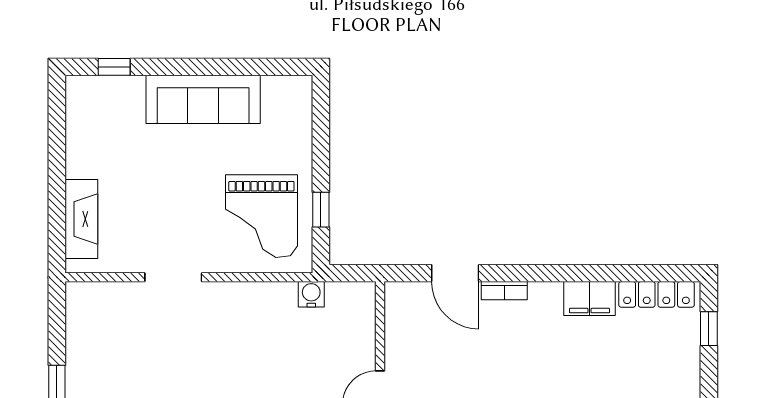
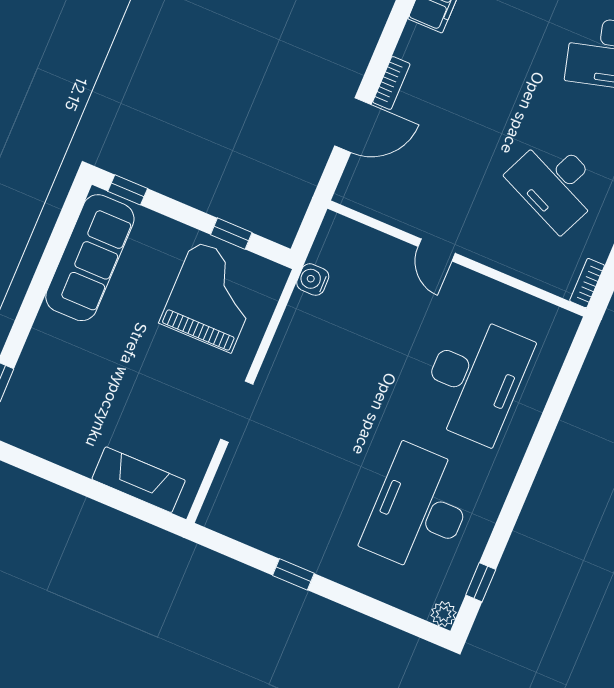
sofa: (203, 99) -> (90, 258), moved
window: (321, 107) -> (128, 190), added
grand piano: (261, 216) -> (212, 296), turned -90

